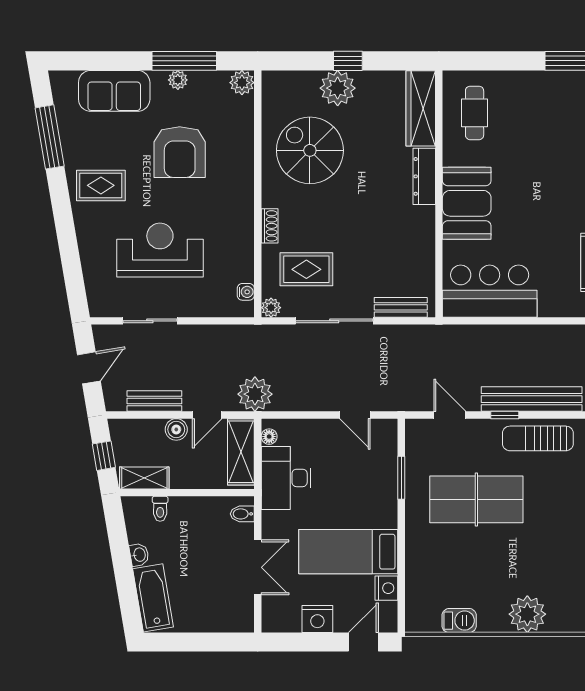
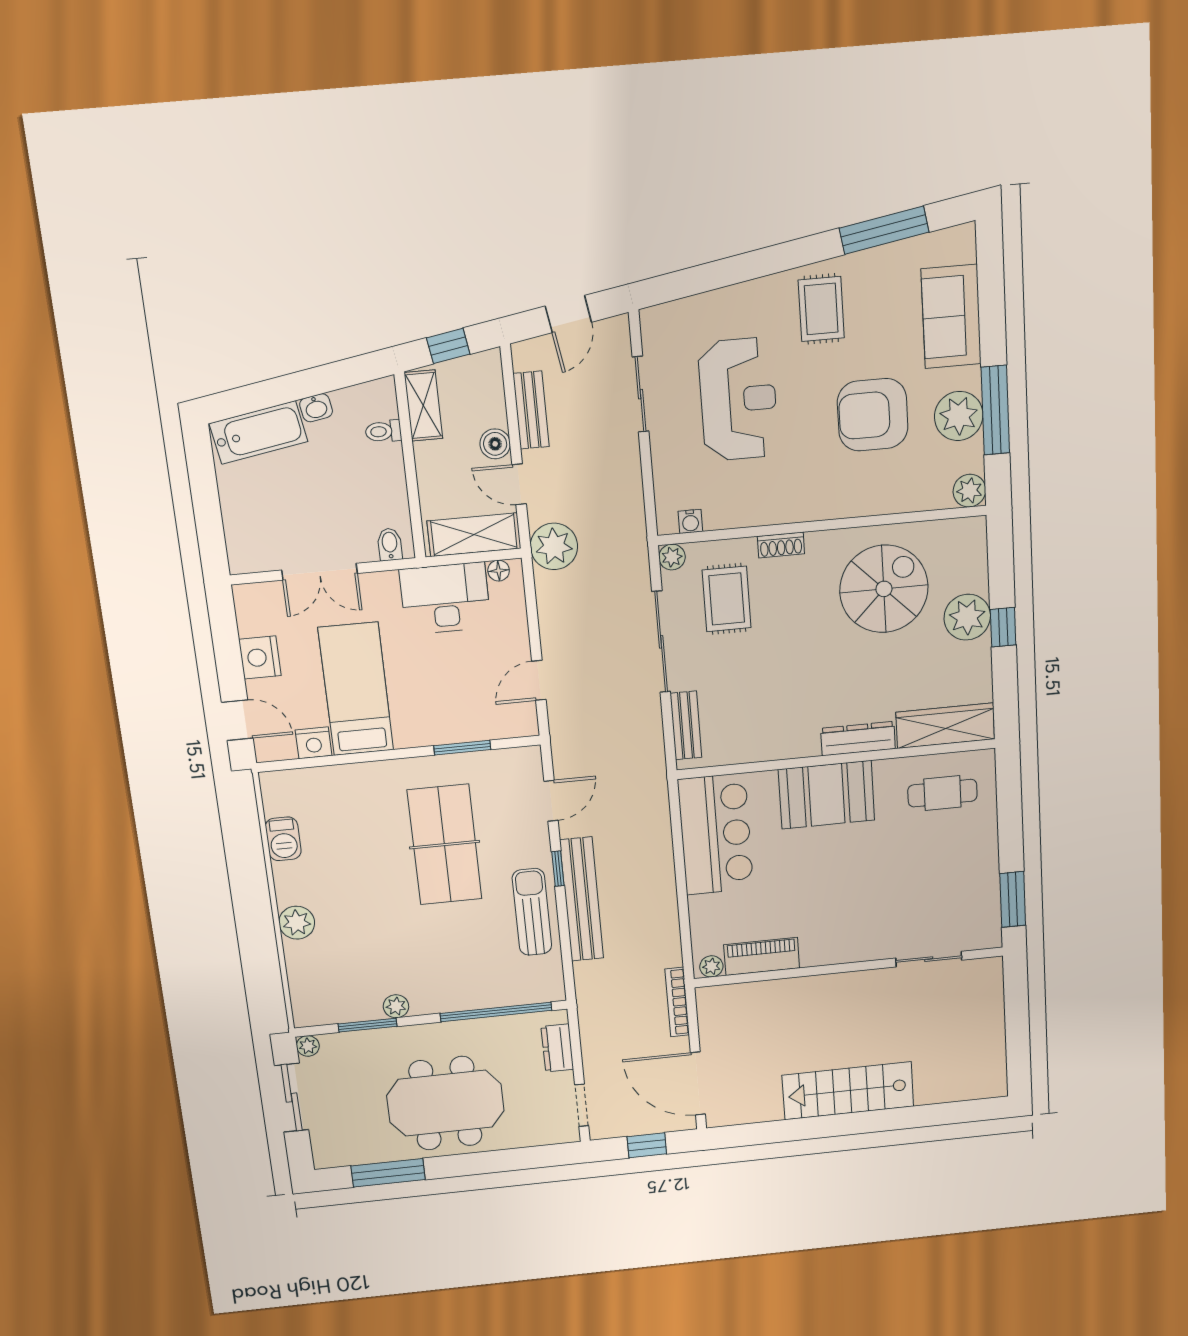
plant: (178, 80) -> (959, 416), width x1.88, depth x1.88
door: (89, 368) -> (568, 314), hinge flipped
plant: (527, 614) -> (297, 923), width x0.73, depth x0.73

